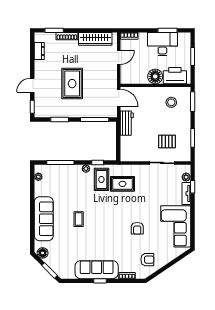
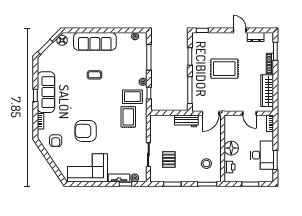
printer: (175, 76) -> (229, 167), width x0.53, depth x0.68
door: (32, 85) -> (240, 30), moved
armchair: (137, 228) -> (86, 131), width x1.88, depth x1.88

